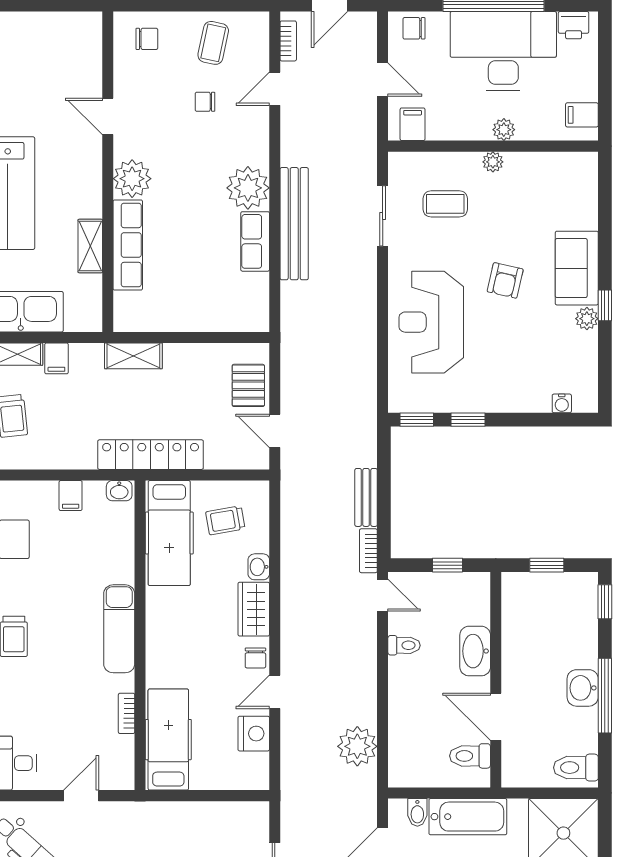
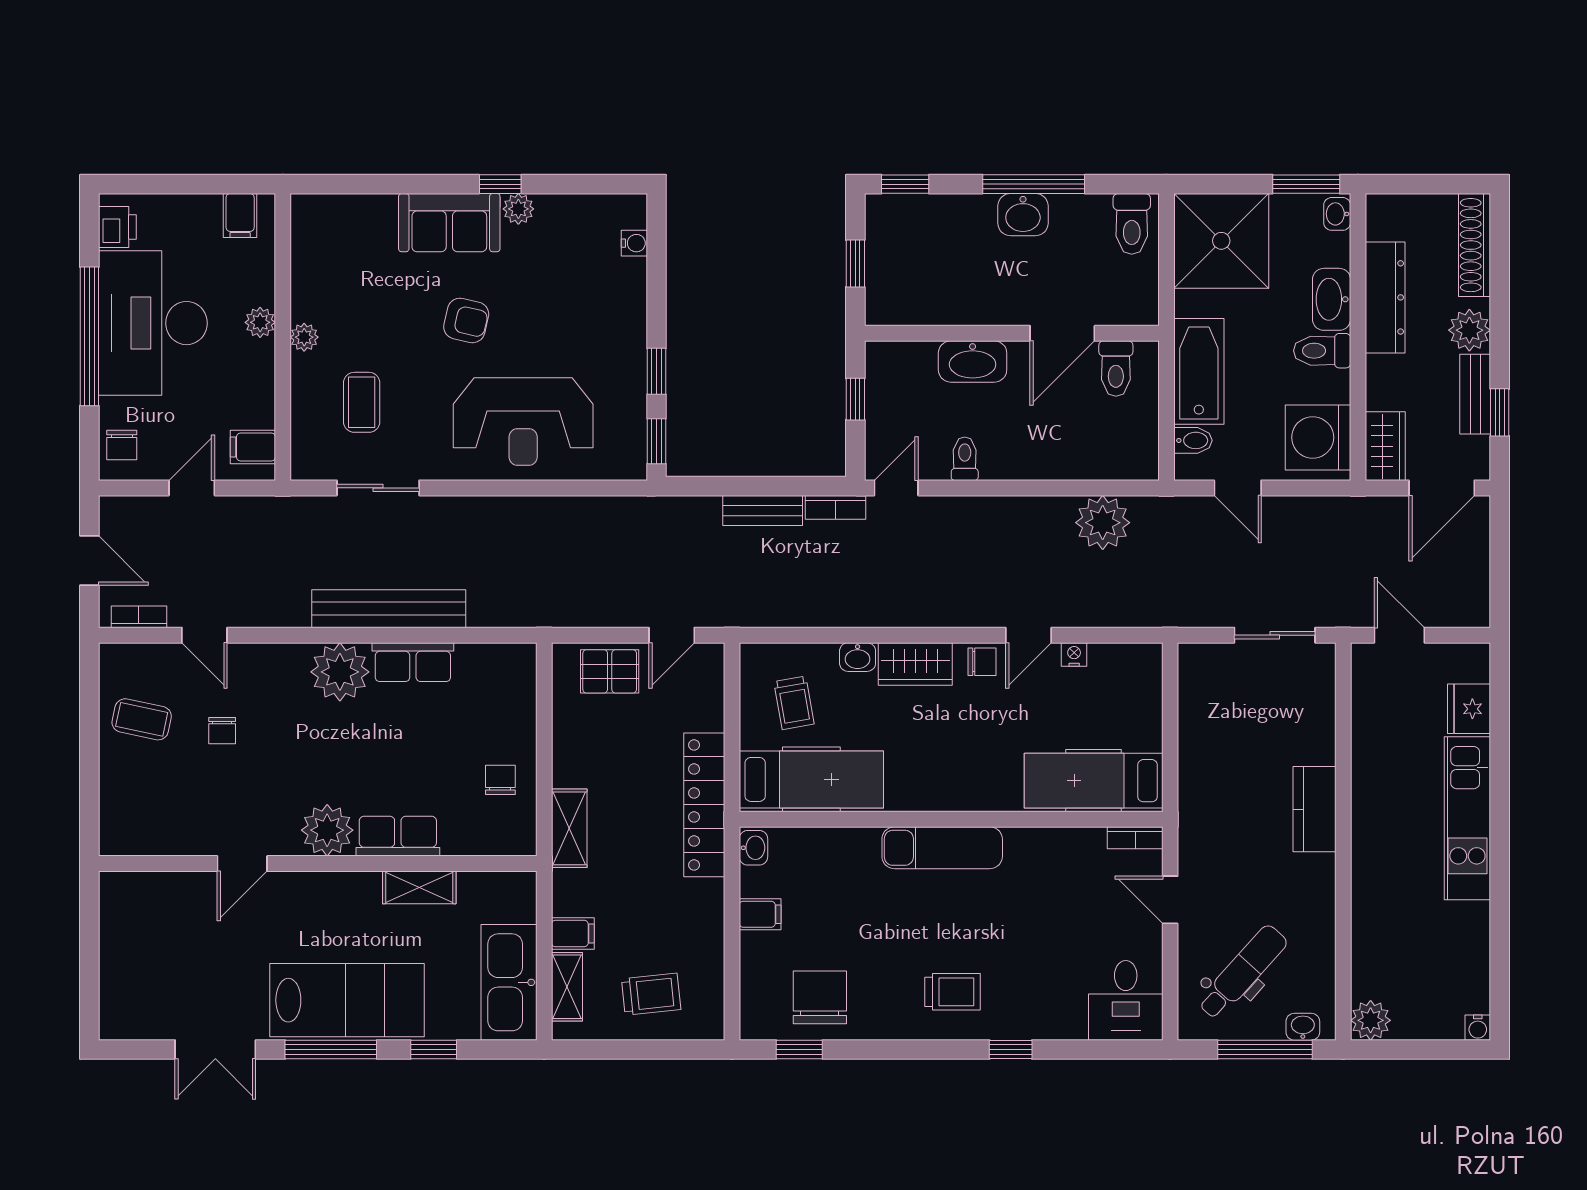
chair: (147, 39) -> (500, 780), moved
row of seats: (128, 245) -> (398, 836), width x0.68
door: (275, 692) -> (1028, 635), hinge flipped
bookcase: (127, 713) -> (1135, 838), moved
nightstand: (254, 734) -> (1074, 655), width x0.53, depth x0.56

